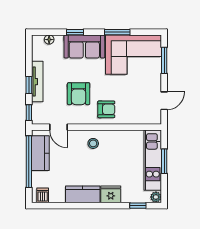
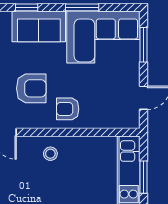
armchair: (79, 94) -> (31, 88), turned -90
armchair: (106, 109) -> (68, 109), turned 180

